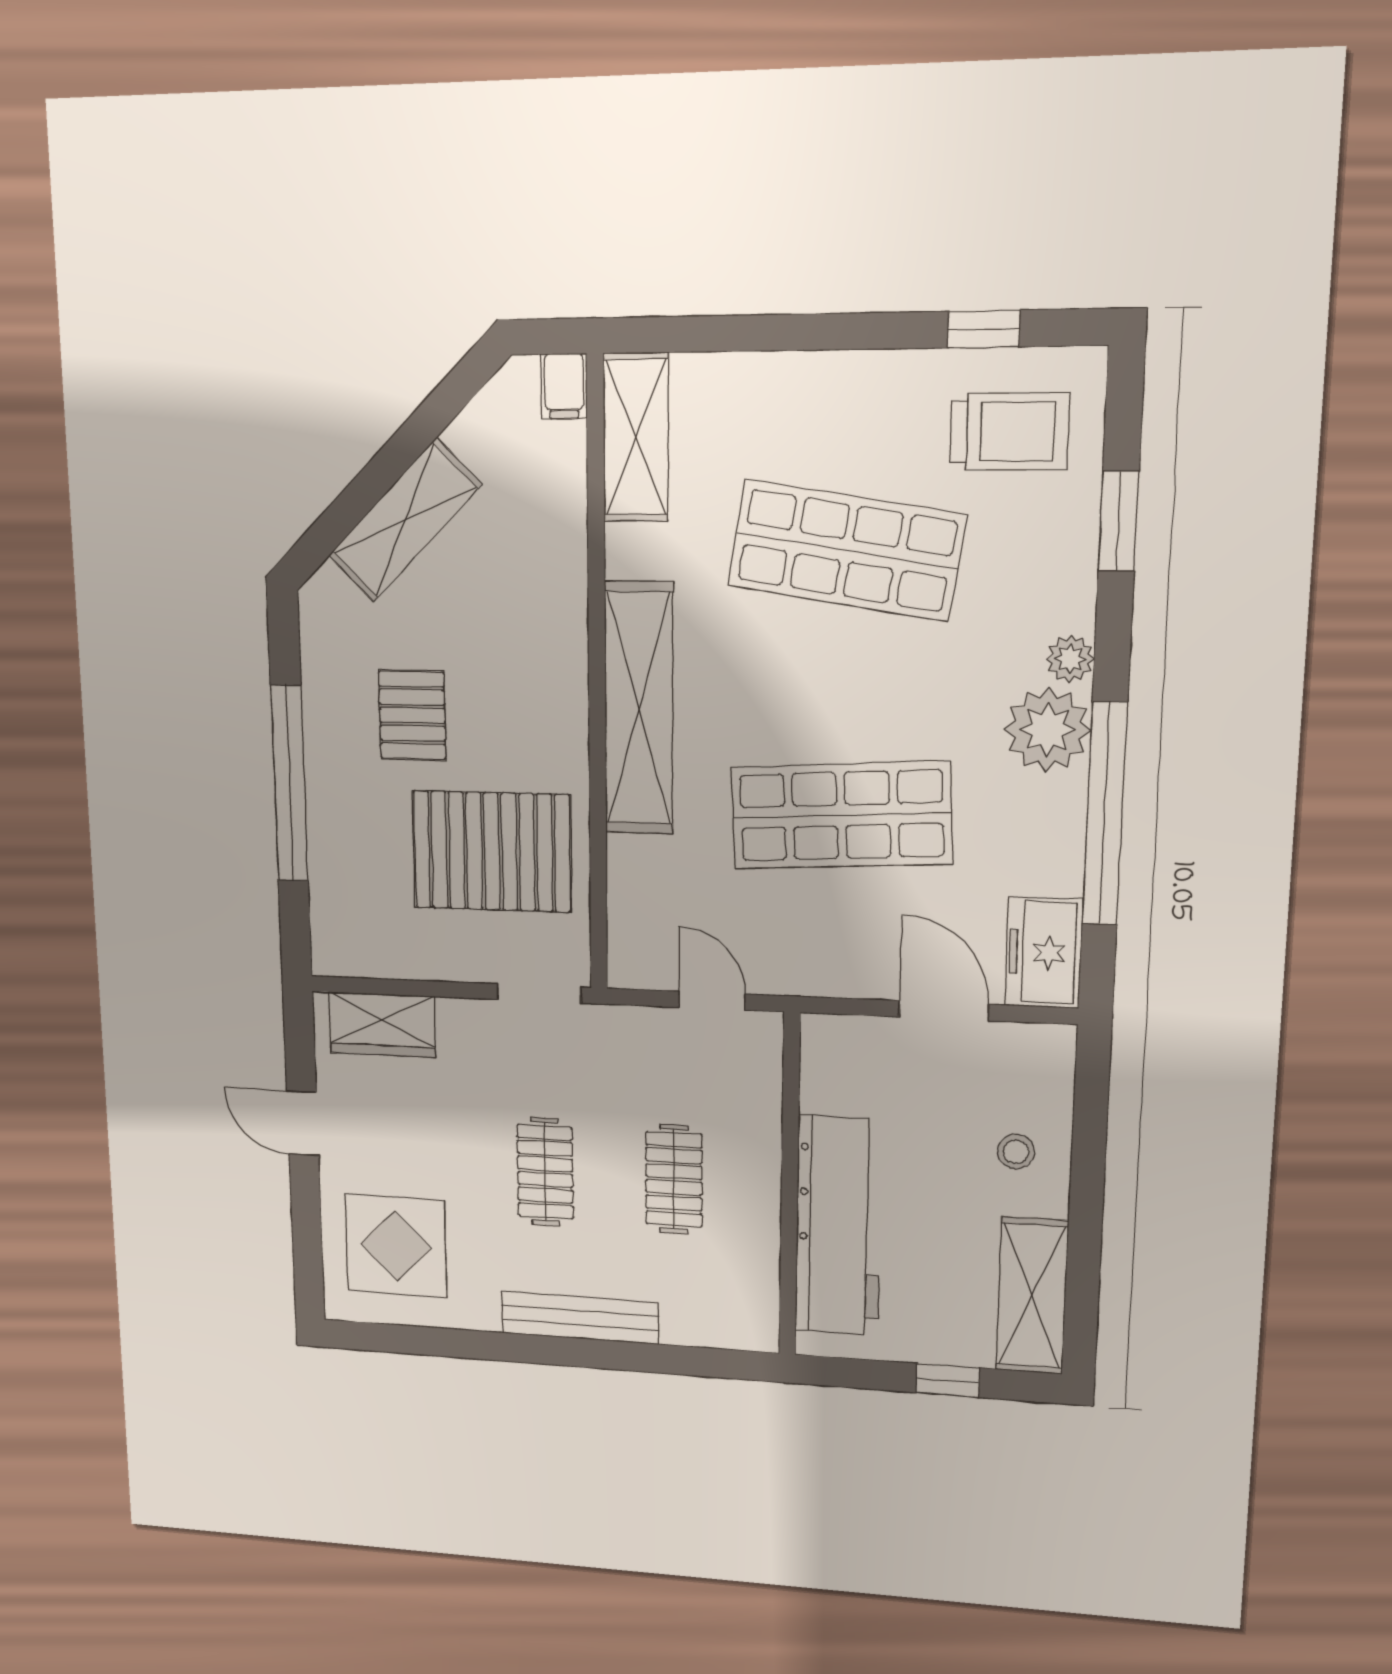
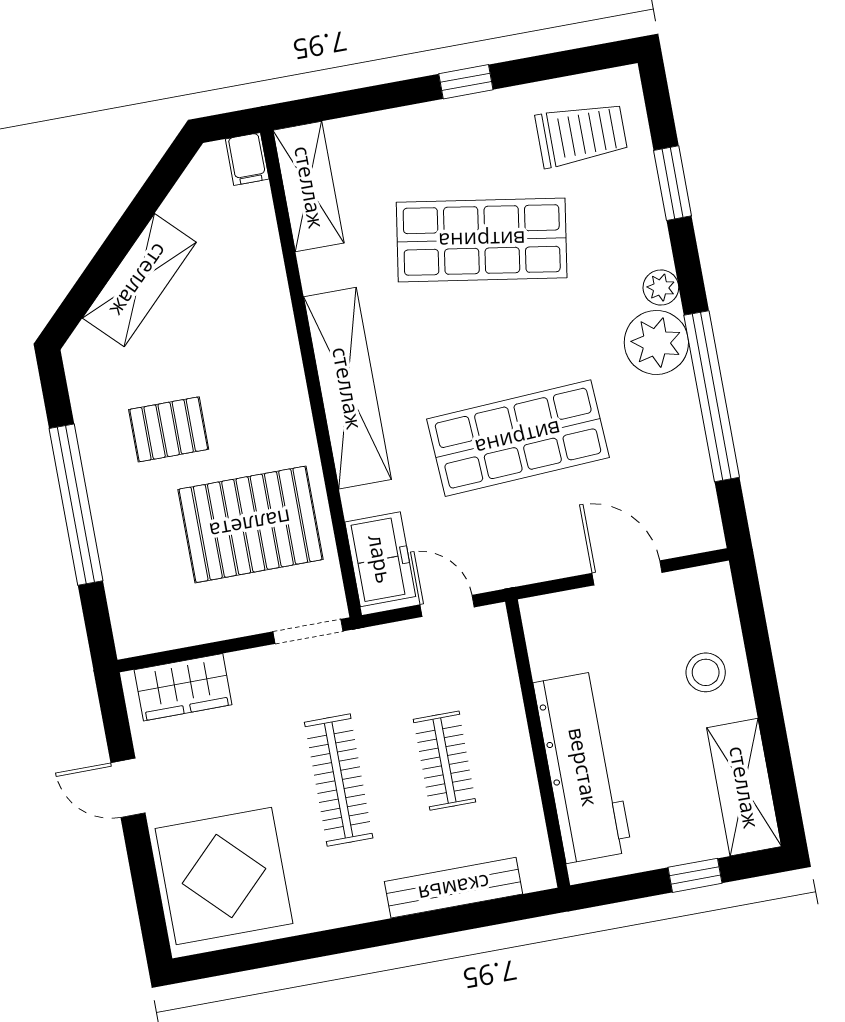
window: (984, 329) -> (466, 82), moved
pallet: (412, 715) -> (169, 429), turned 90
freezer: (1044, 953) -> (380, 559), moved, turned 180
stool: (1016, 1152) -> (706, 672), width x1.37, depth x1.37
clothes rail: (545, 1172) -> (339, 780), width x1.36
display table: (396, 1246) -> (224, 876), width x1.36, depth x1.36
bench: (580, 1318) -> (454, 888), moved

